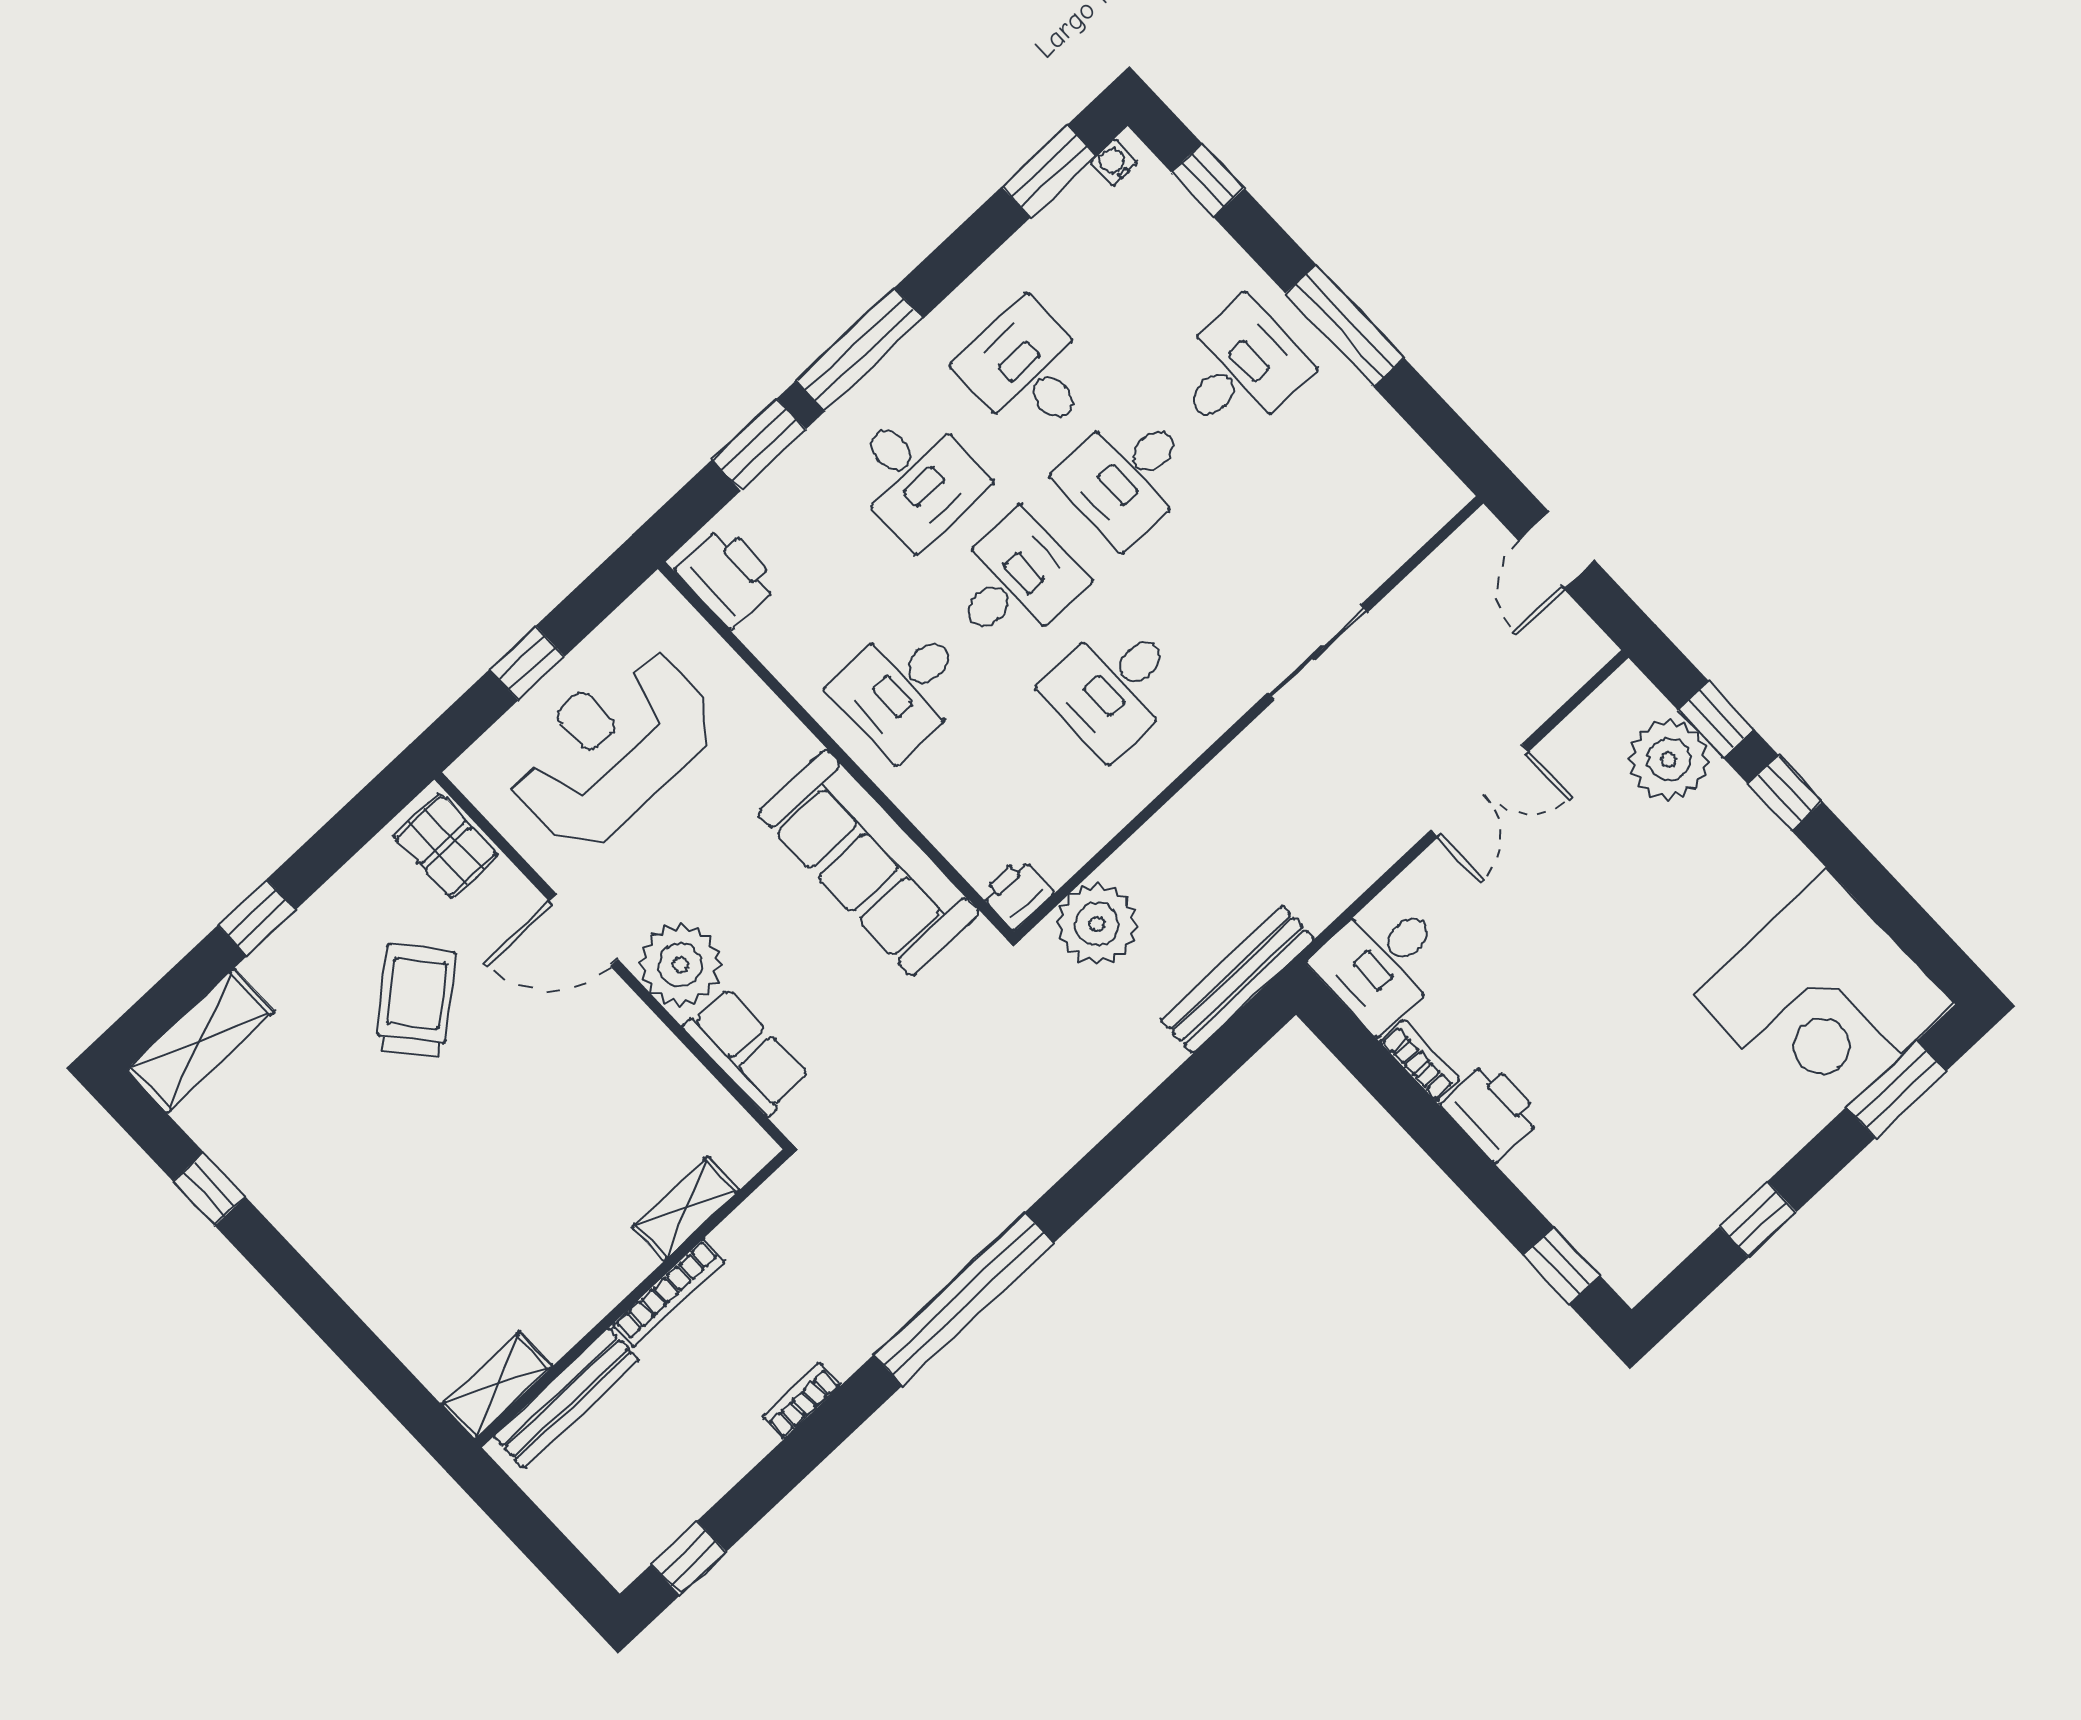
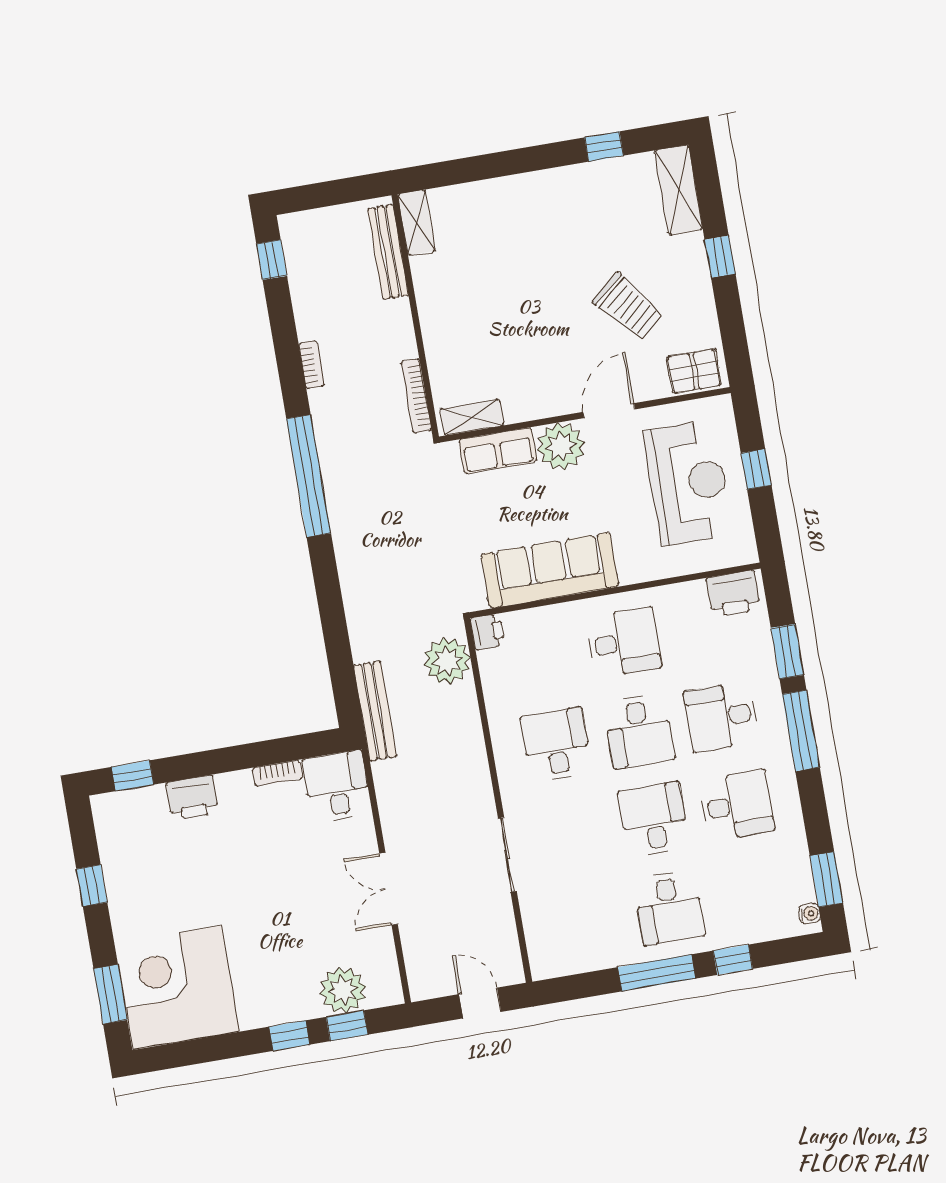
window: (1208, 180) -> (733, 960), moved
desk: (902, 688) -> (624, 642), turned 90
printer: (1492, 1111) -> (192, 798), moved
shelving: (686, 1209) -> (472, 417), moved, turned 90
bookcase: (669, 1293) -> (416, 396), moved

